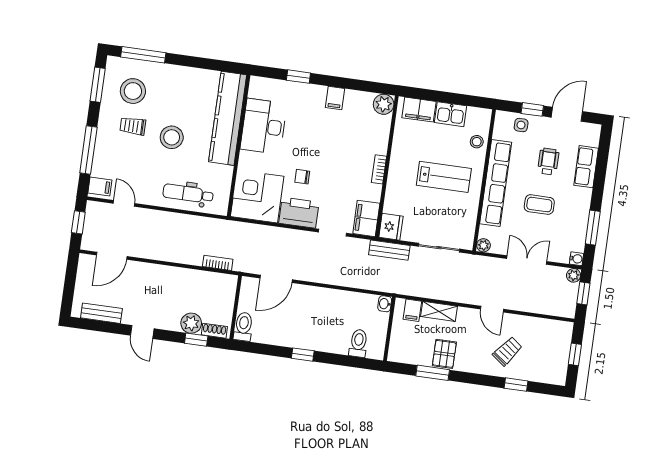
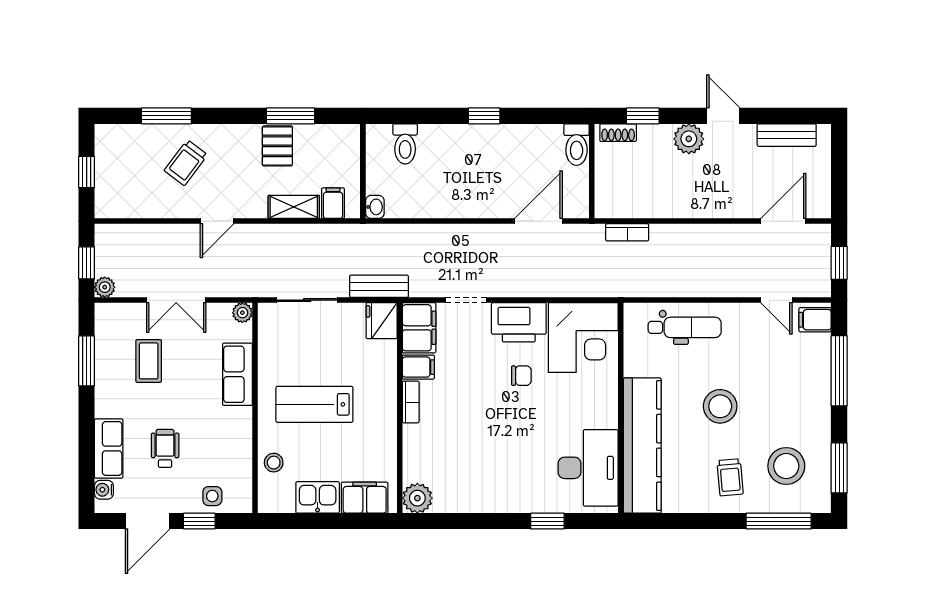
filing cabinet: (335, 98) -> (418, 367), moved, turned 90
trolley: (133, 126) -> (730, 477), moved, turned 85
desk: (264, 126) -> (588, 468), moved
wheelchair: (548, 161) -> (165, 448), turned 180
row of seats: (496, 183) -> (237, 374), width x0.50
coffee table: (539, 205) -> (149, 361), moved, turned 90
water cooler: (576, 259) -> (104, 490), moved
door: (492, 309) -> (217, 221), swing flipped
plant: (191, 323) -> (689, 139), moved
window: (516, 385) -> (166, 116), width x1.50

